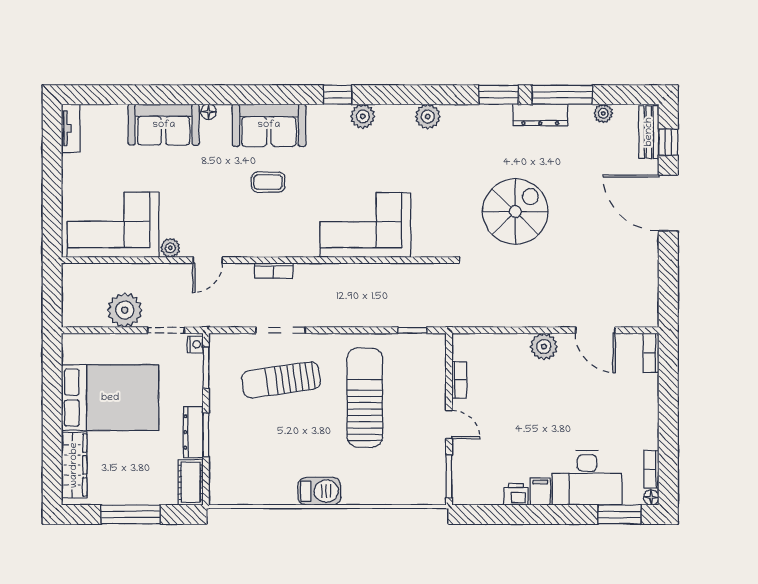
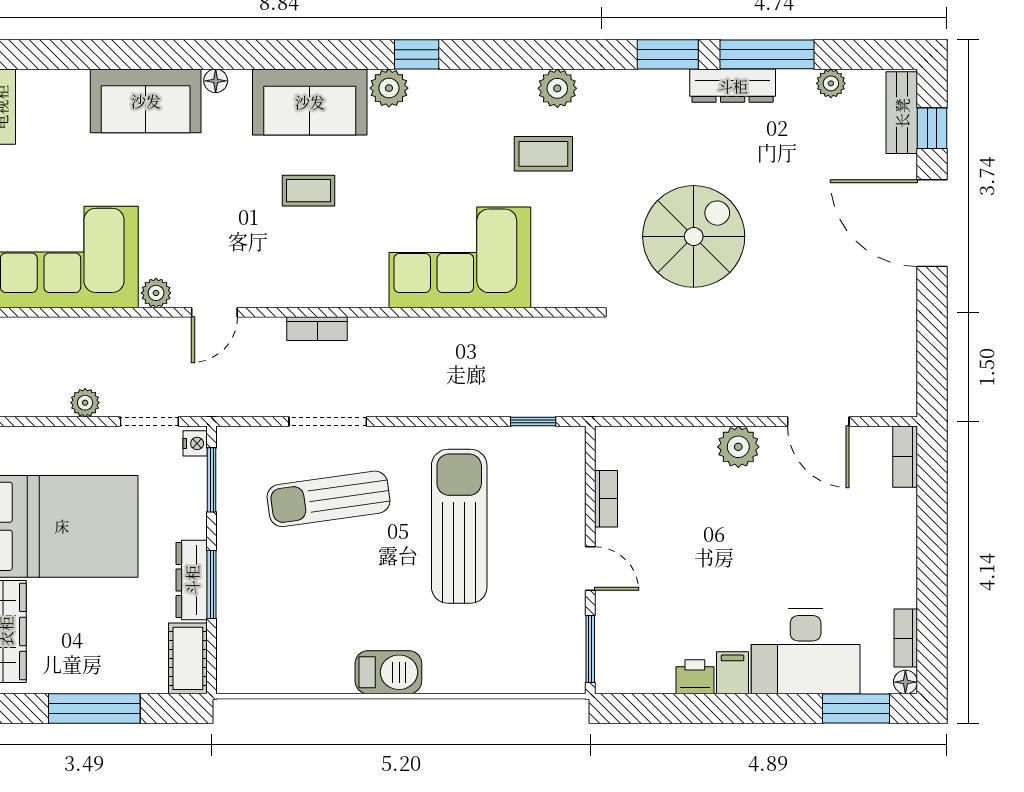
plant: (363, 116) -> (389, 88), moved
coffee table: (419, 158) -> (543, 154), added
plant: (125, 310) -> (85, 403), width x0.53, depth x0.53

